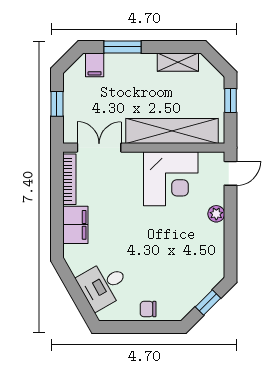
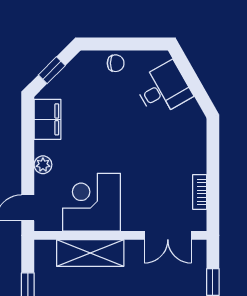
shelving: (172, 131) -> (90, 253), width x0.68
bookcase: (69, 179) -> (200, 192), width x0.64
filing cabinet: (75, 225) -> (47, 119), moved, turned 180

